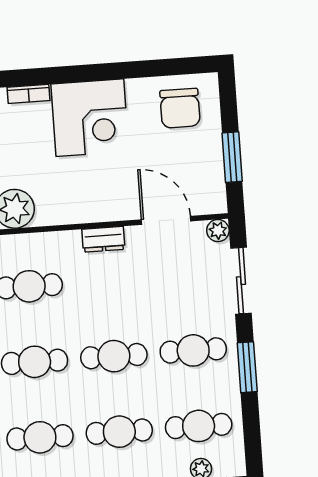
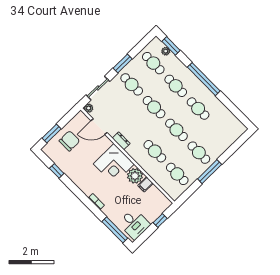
window: (151, 68) -> (57, 171), added
chair: (180, 108) -> (69, 141), moved
corner desk: (90, 118) -> (114, 164), moved, turned 180
window: (232, 157) -> (52, 134), moved
door: (166, 220) -> (99, 127), hinge flipped

